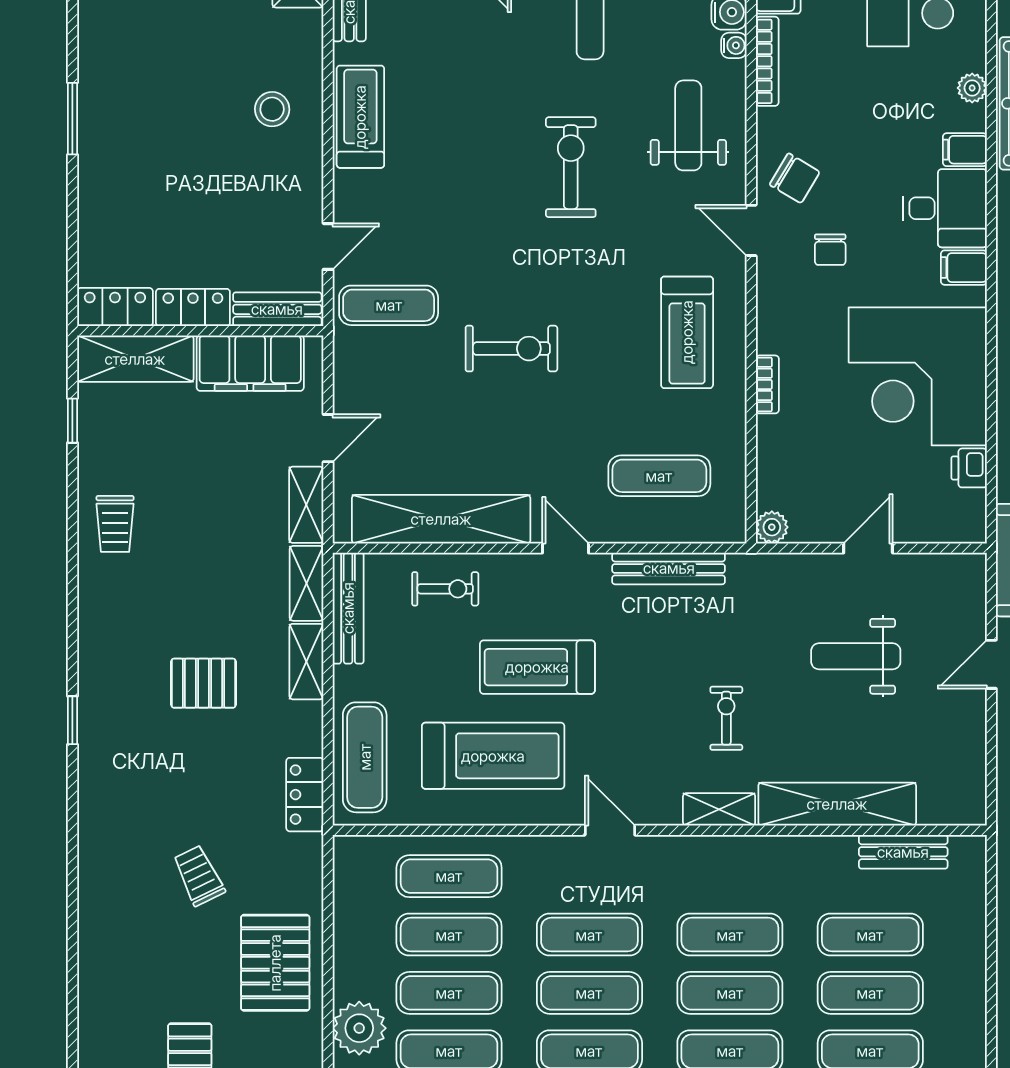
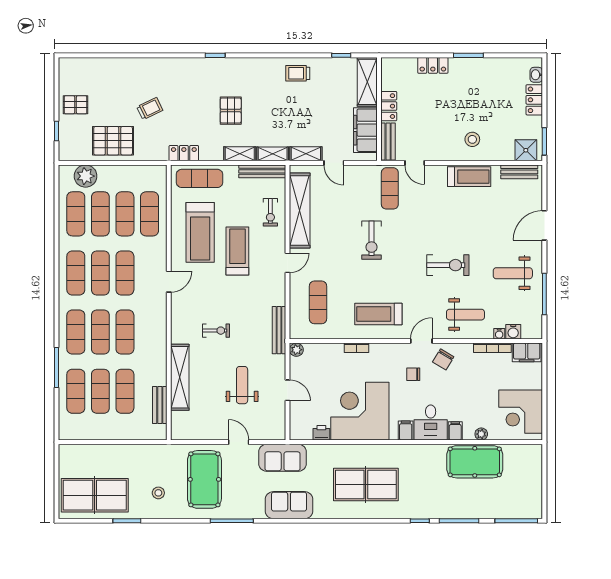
locker: (115, 307) -> (433, 65), moved, turned 90
bench: (669, 568) -> (279, 330), moved
shelving: (719, 809) -> (178, 328), removed

